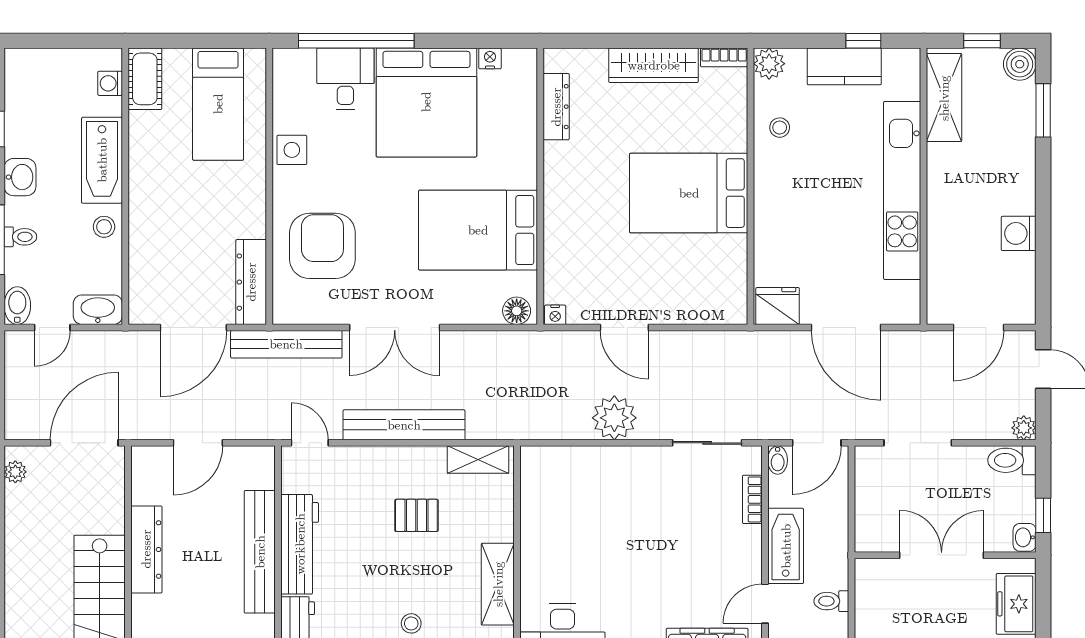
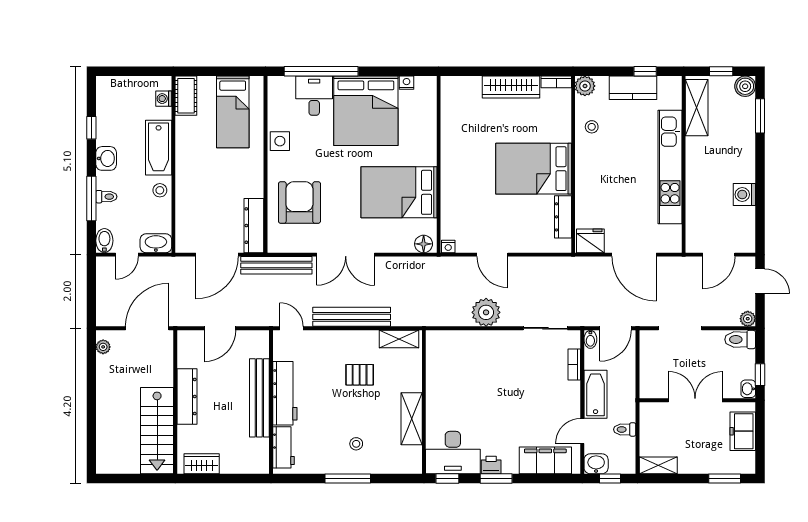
dresser: (556, 107) -> (563, 217), moved, turned 180

